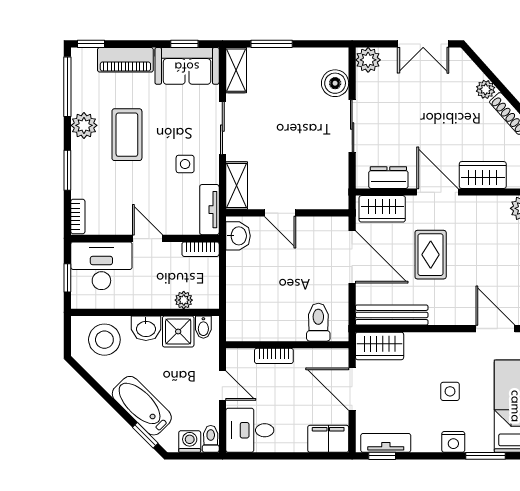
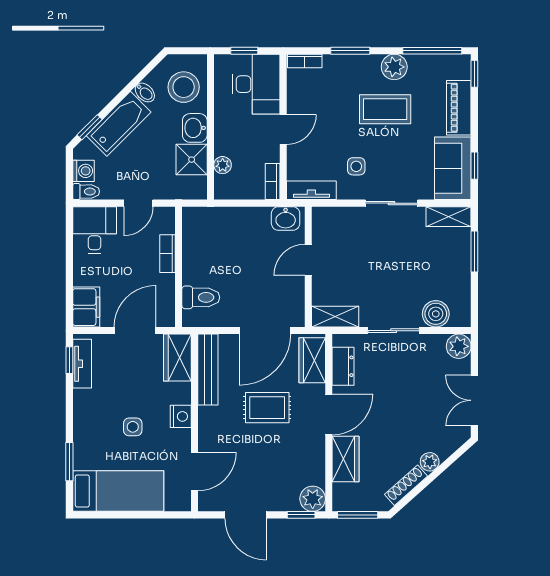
shelving: (237, 186) -> (335, 317), moved
bidet: (203, 327) -> (145, 92), moved, turned -135
nightstand: (453, 442) -> (181, 416), moved, turned 180

